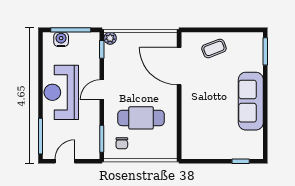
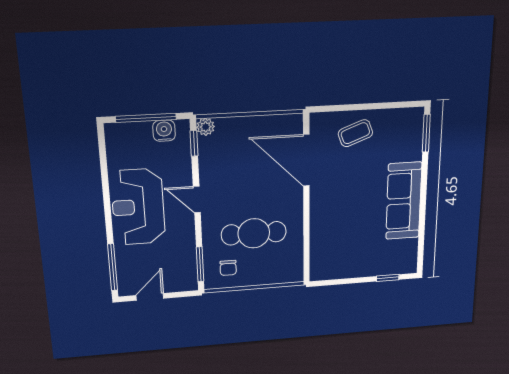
water cooler: (61, 39) -> (164, 131), moved
door: (102, 90) -> (197, 199), hinge flipped

